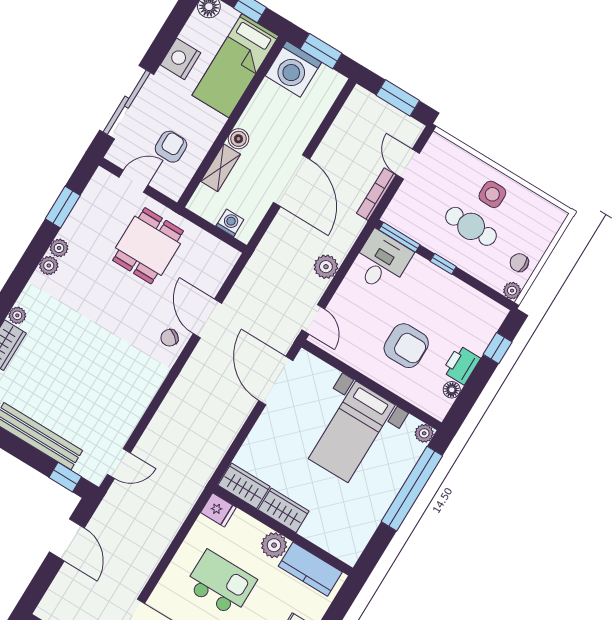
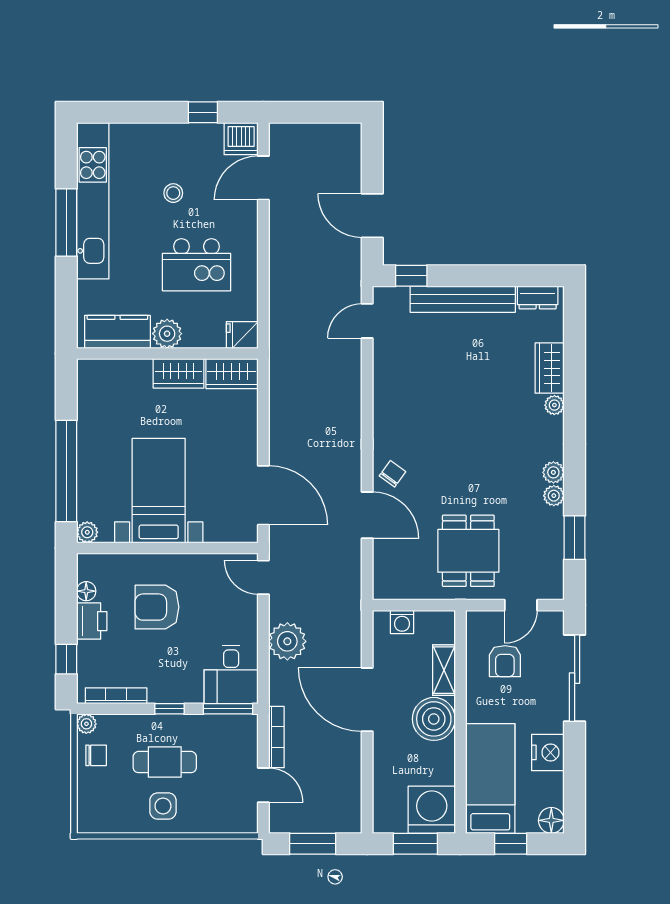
boiler: (238, 139) -> (434, 719), width x1.86, depth x1.86
plant: (326, 267) -> (287, 641), width x1.36, depth x1.36
bookcase: (477, 298) -> (116, 696), added

